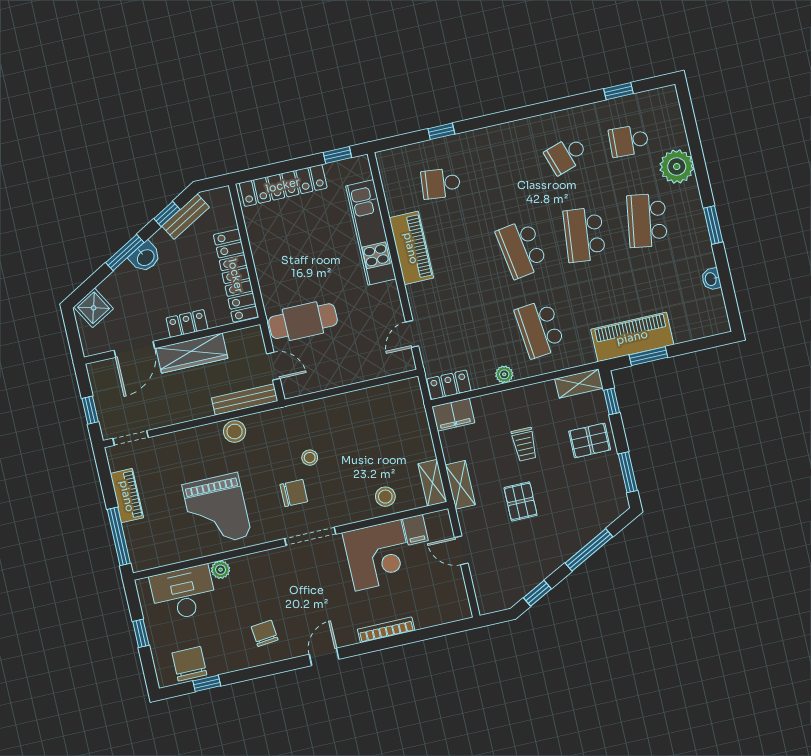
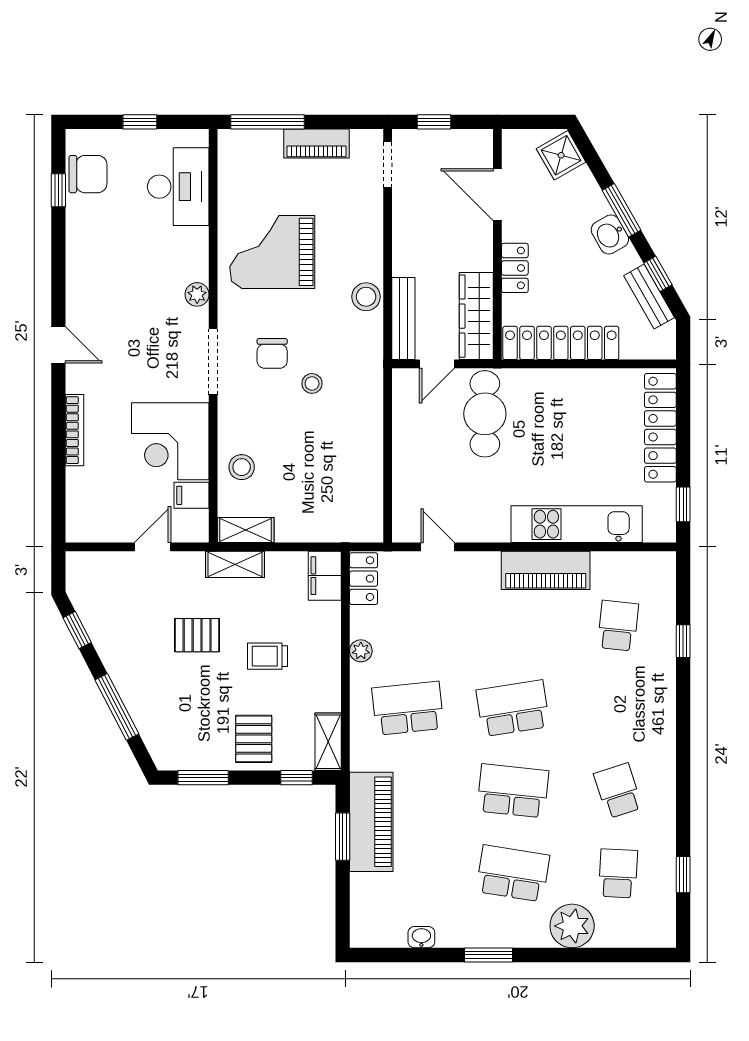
wardrobe: (192, 353) -> (476, 316), moved
plant: (221, 570) -> (197, 294), moved
chair: (265, 633) -> (105, 277), removed

